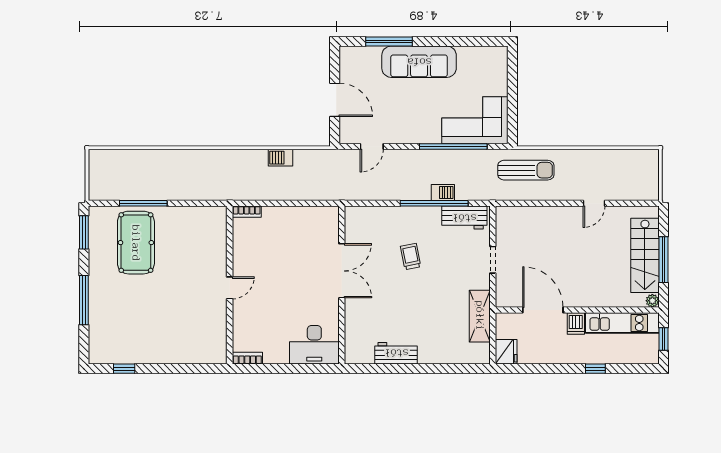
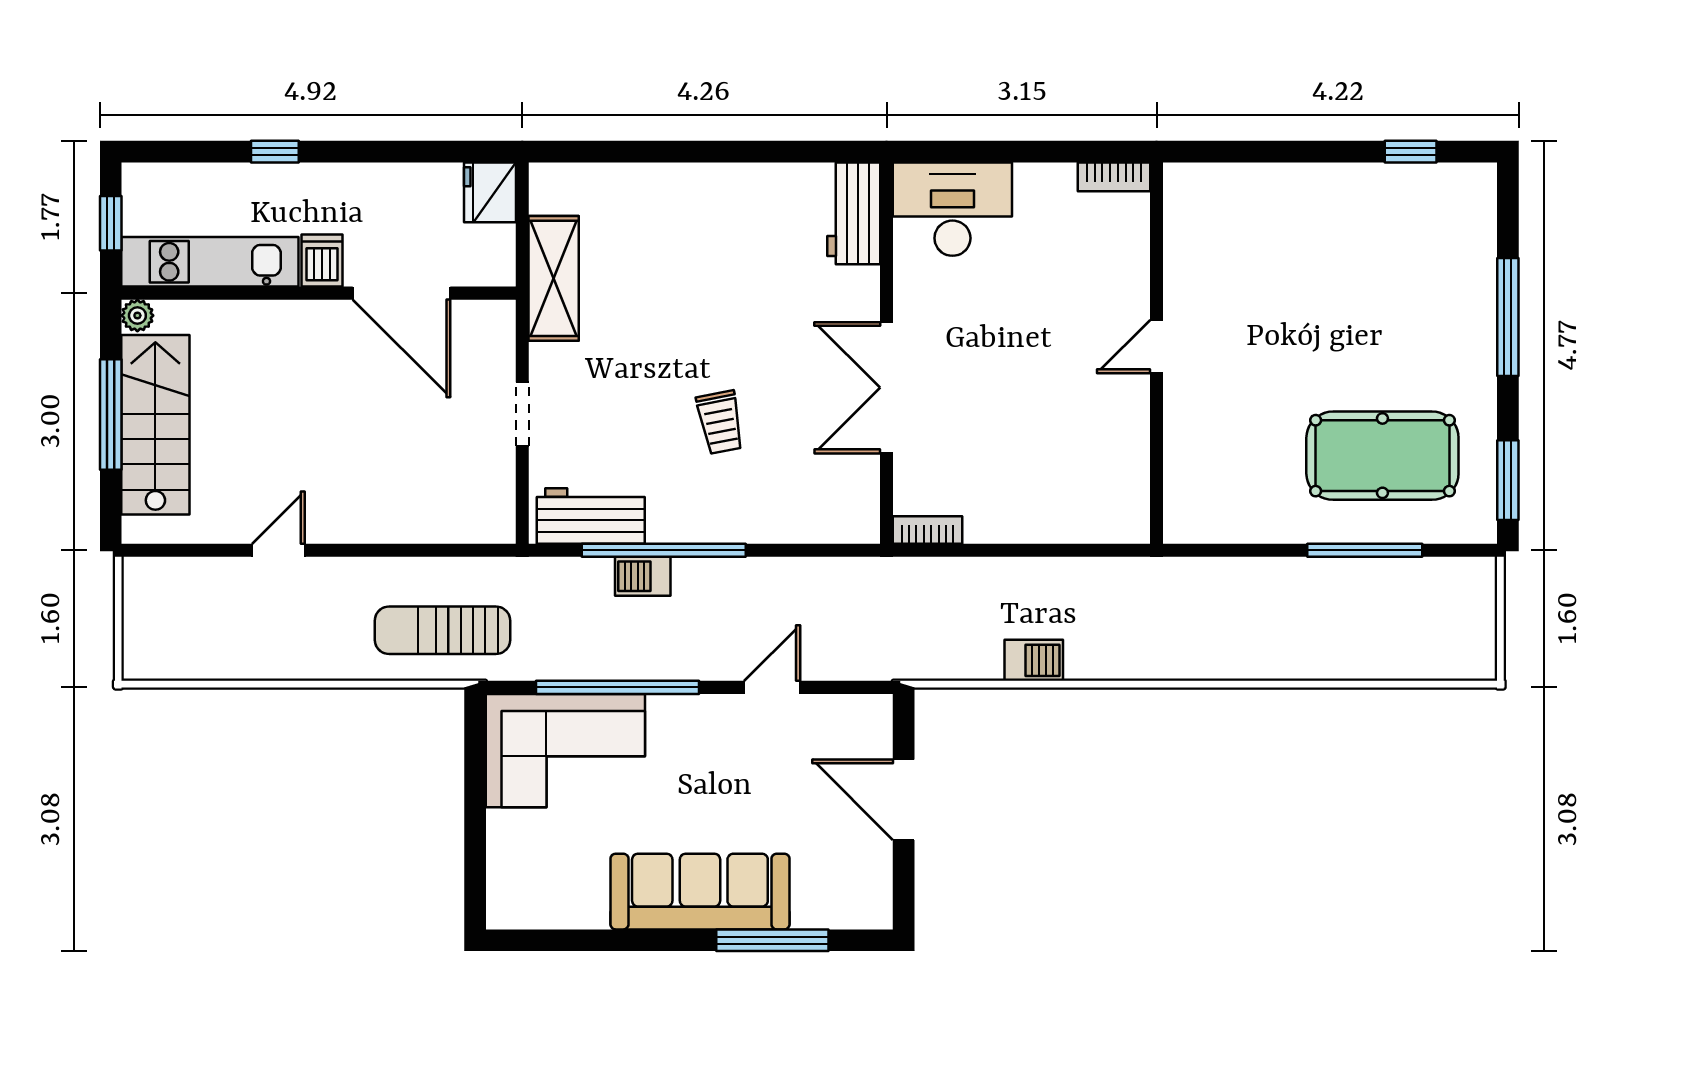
door: (372, 146) -> (772, 687), moved
bookcase: (247, 212) -> (927, 530), moved
pool table: (136, 243) -> (1382, 456), turned 90
workbench: (396, 353) -> (854, 213), moved, turned 90

